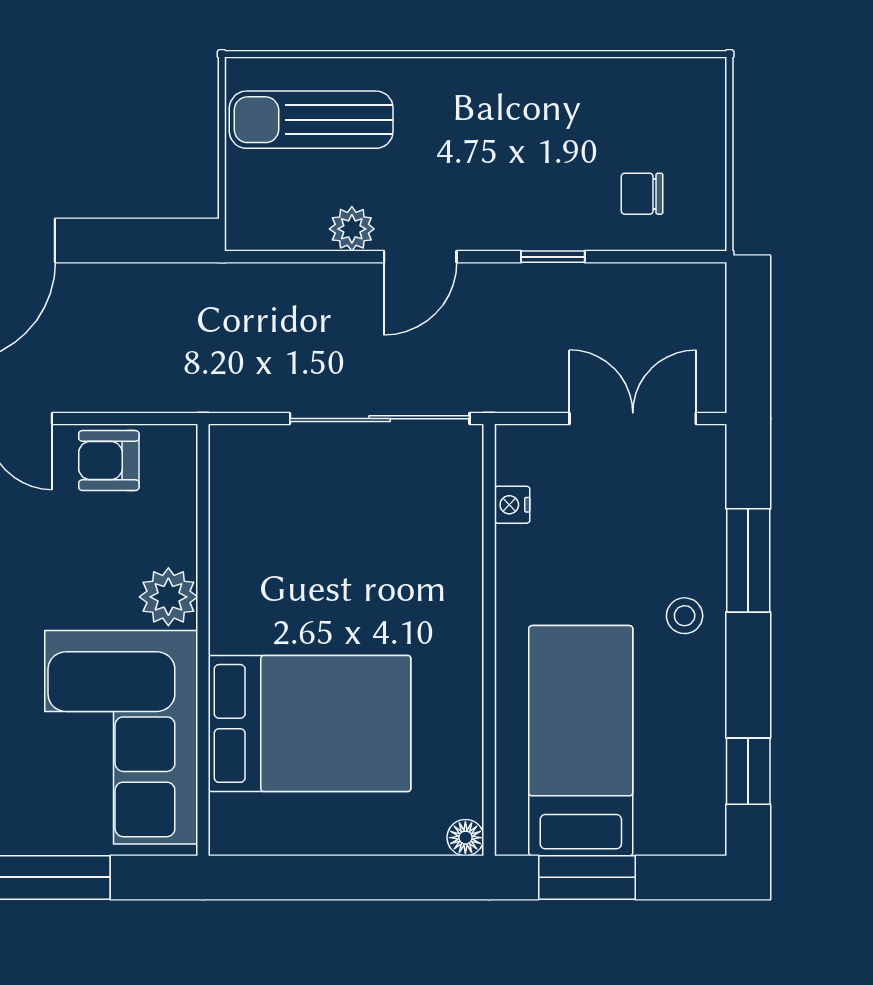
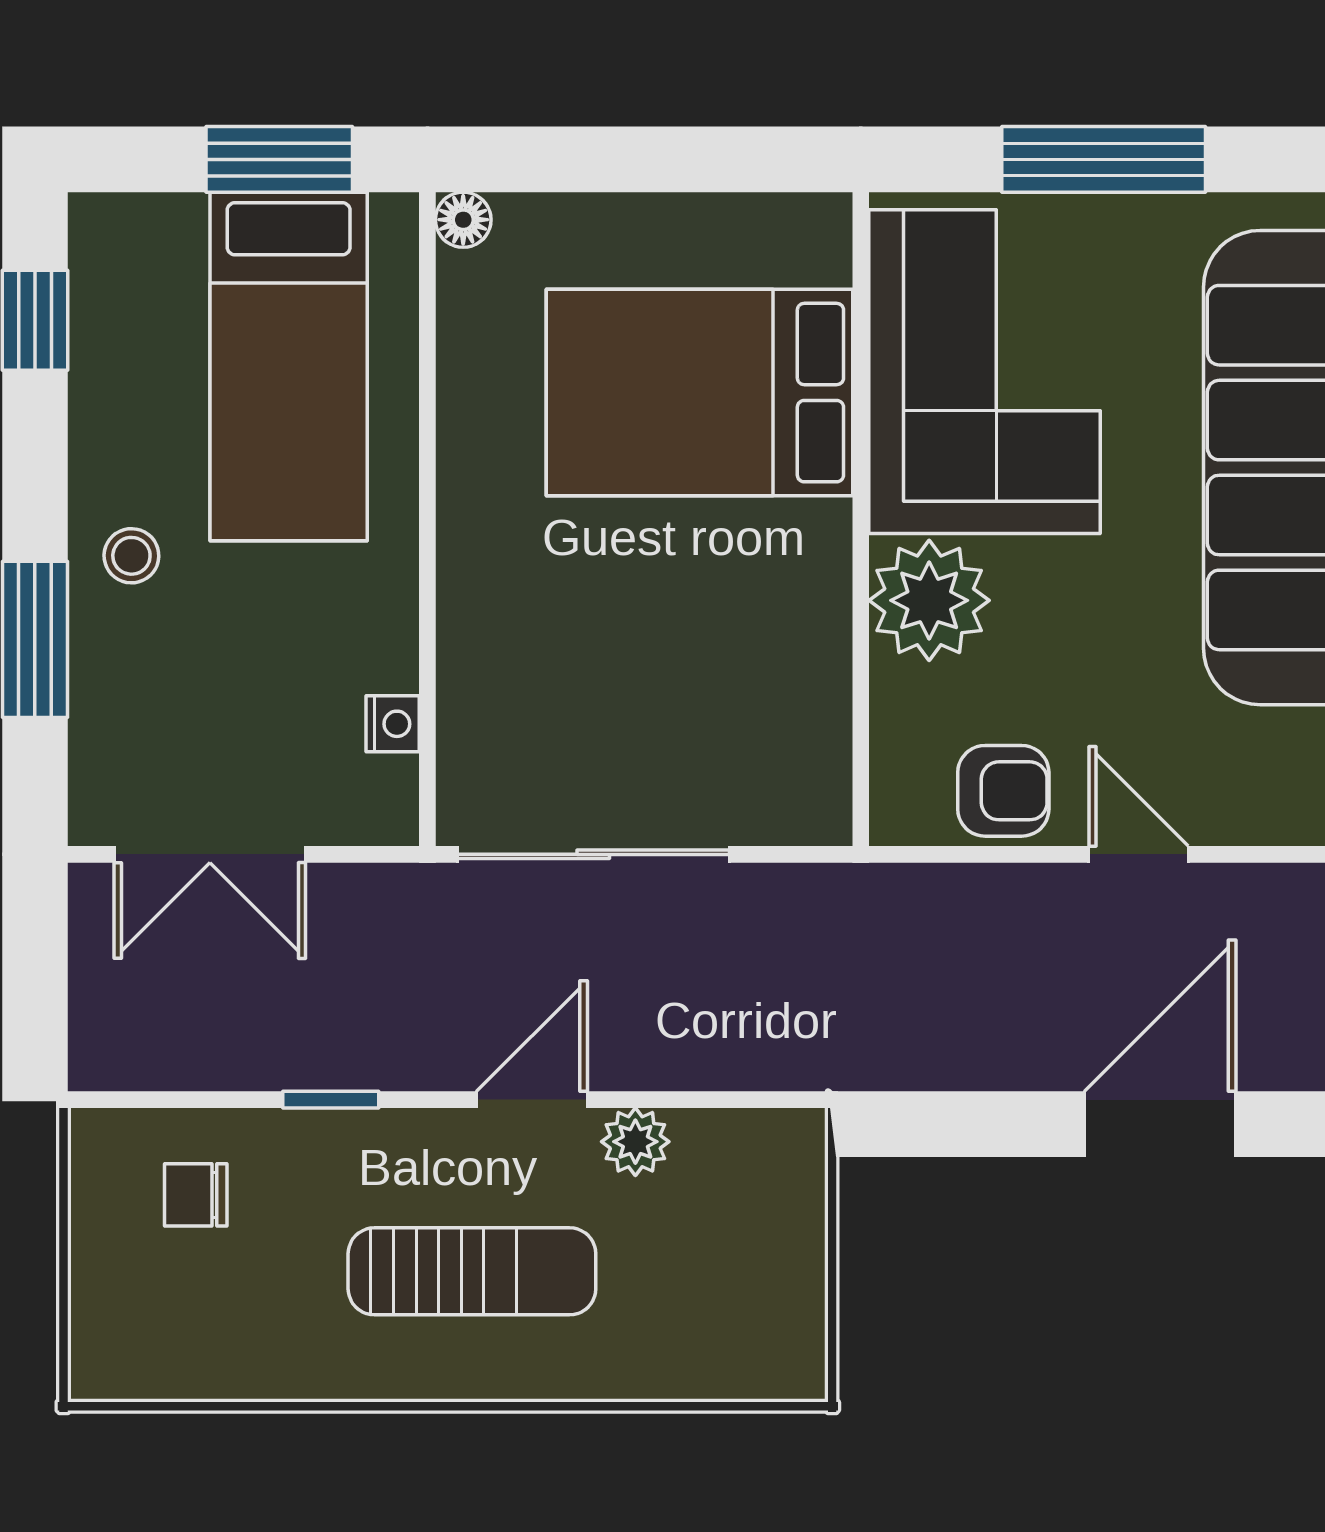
sun lounger: (311, 120) -> (472, 1271), moved
chair: (642, 194) -> (196, 1195), turned 180
plant: (168, 597) -> (929, 600), width x1.36, depth x1.36

